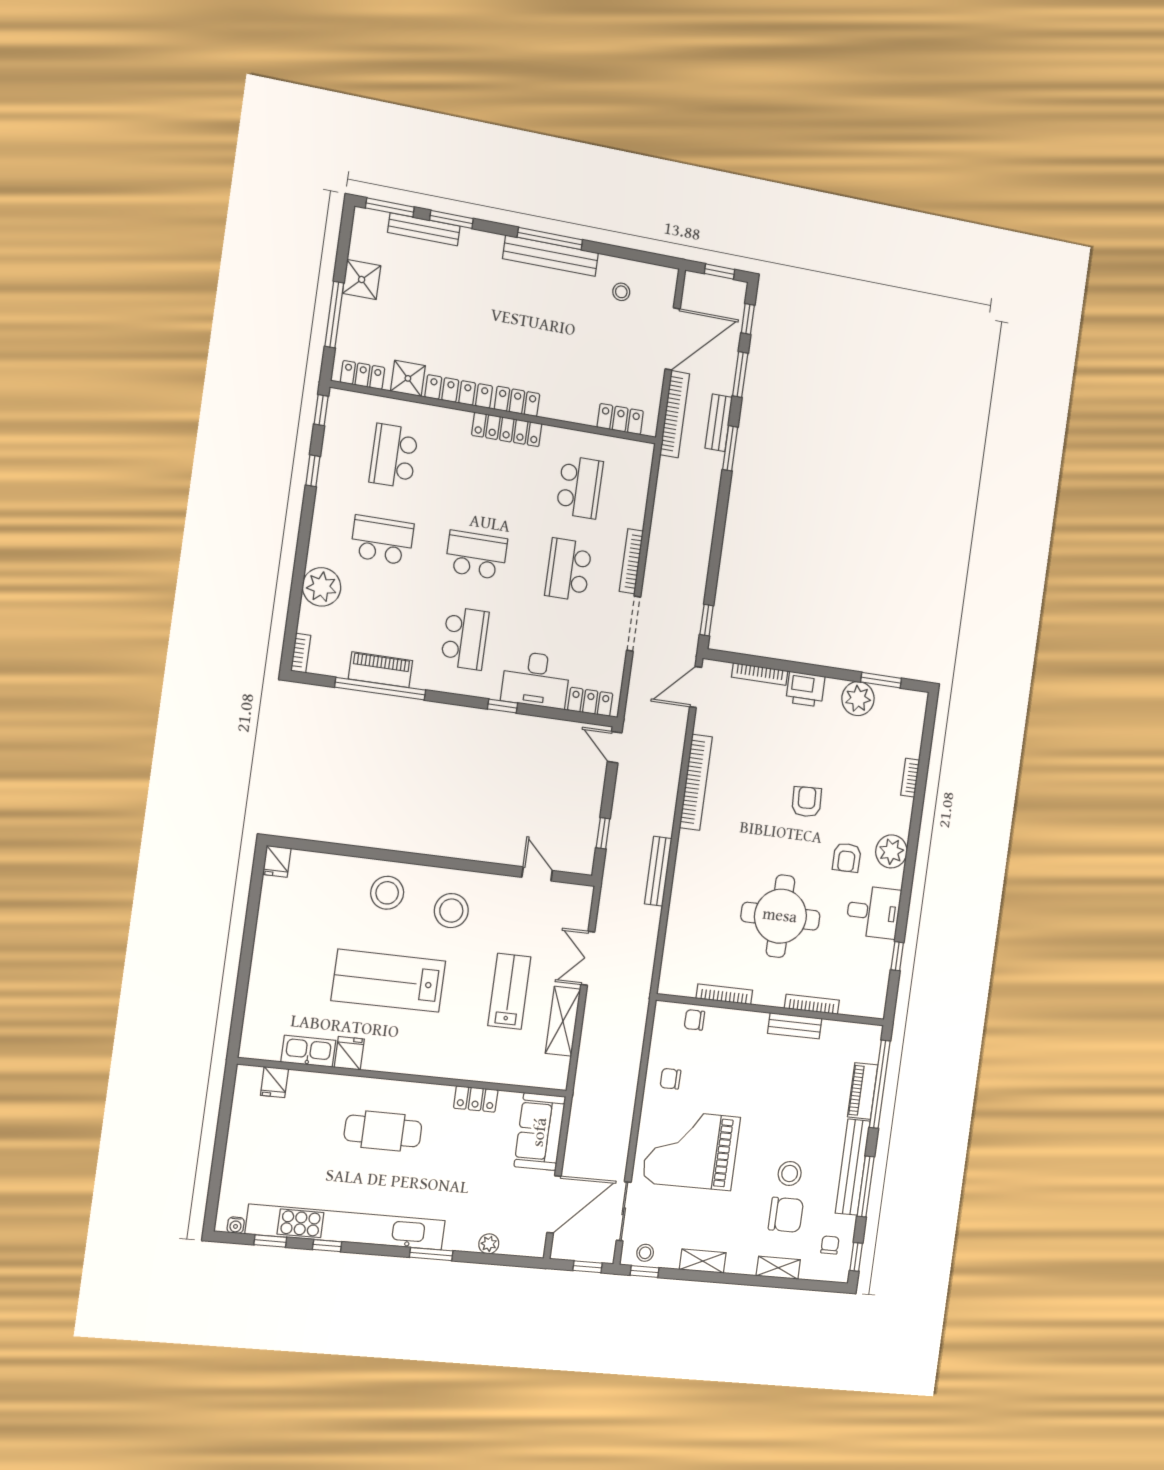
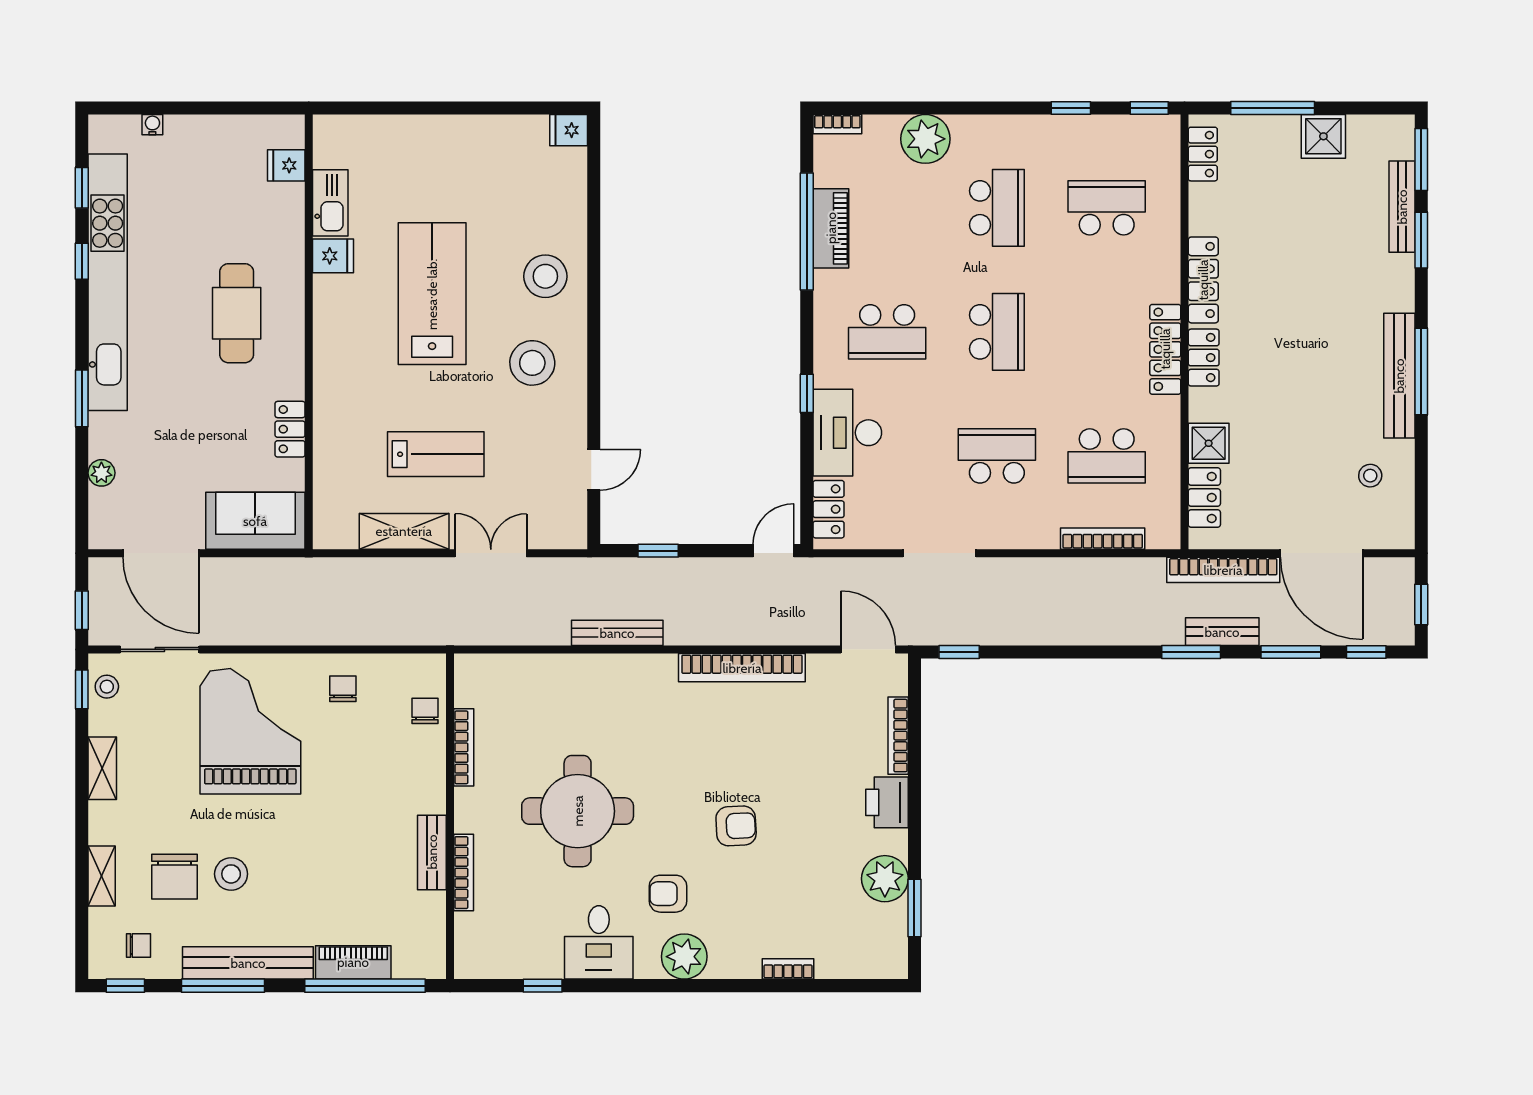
shower: (408, 378) -> (1209, 443), moved
bookcase: (631, 561) -> (1103, 539), moved
water cooler: (236, 1225) -> (152, 125), moved, turned 90

